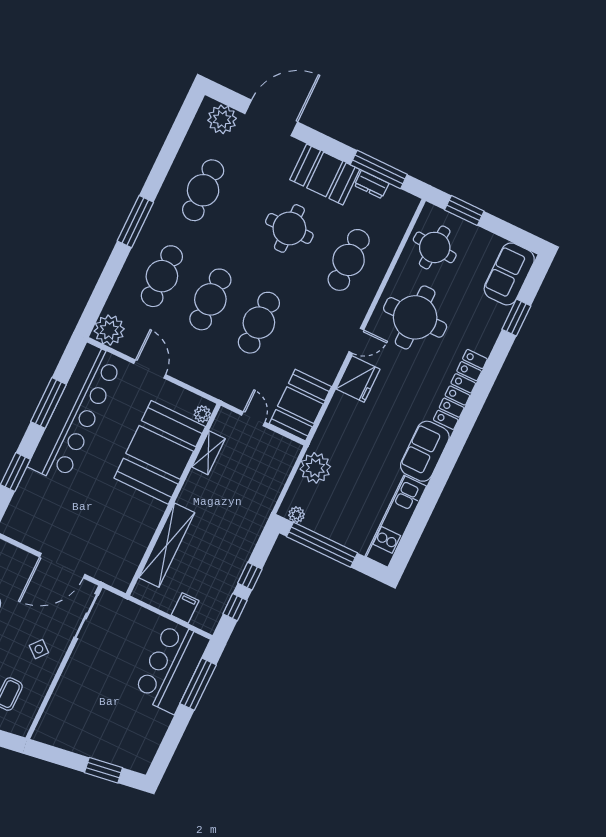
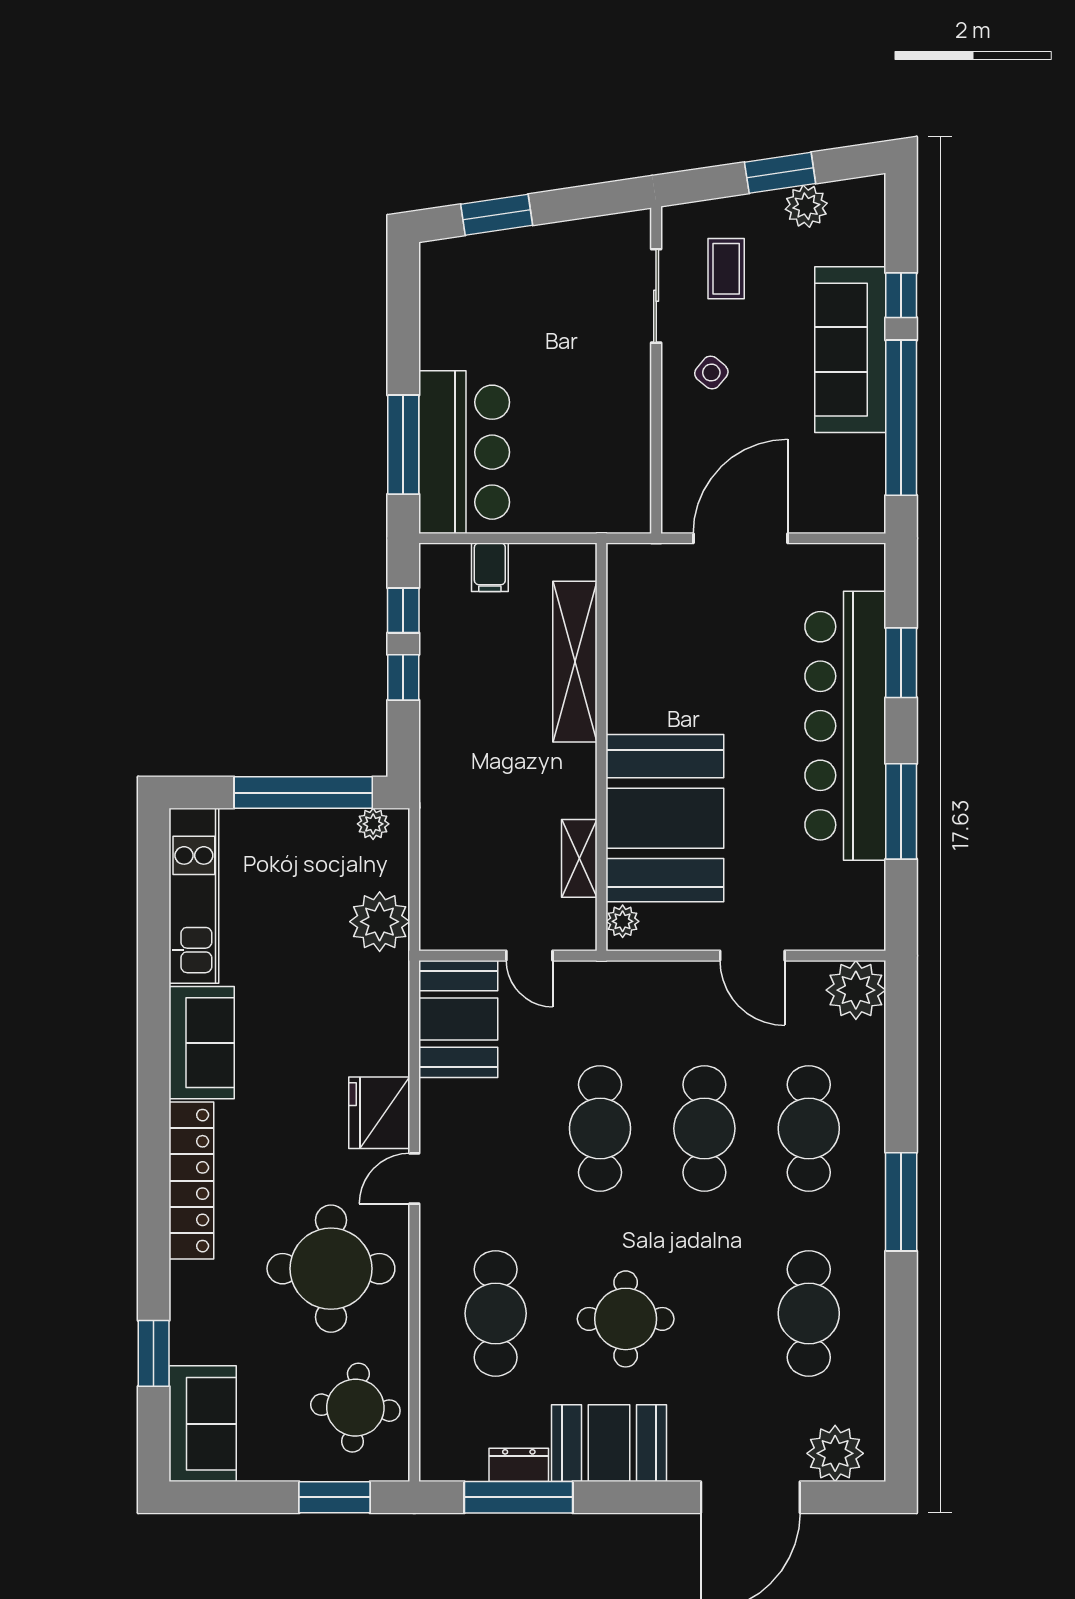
bar counter: (75, 413) -> (845, 726), moved
sliding door: (86, 616) -> (656, 296), moved

